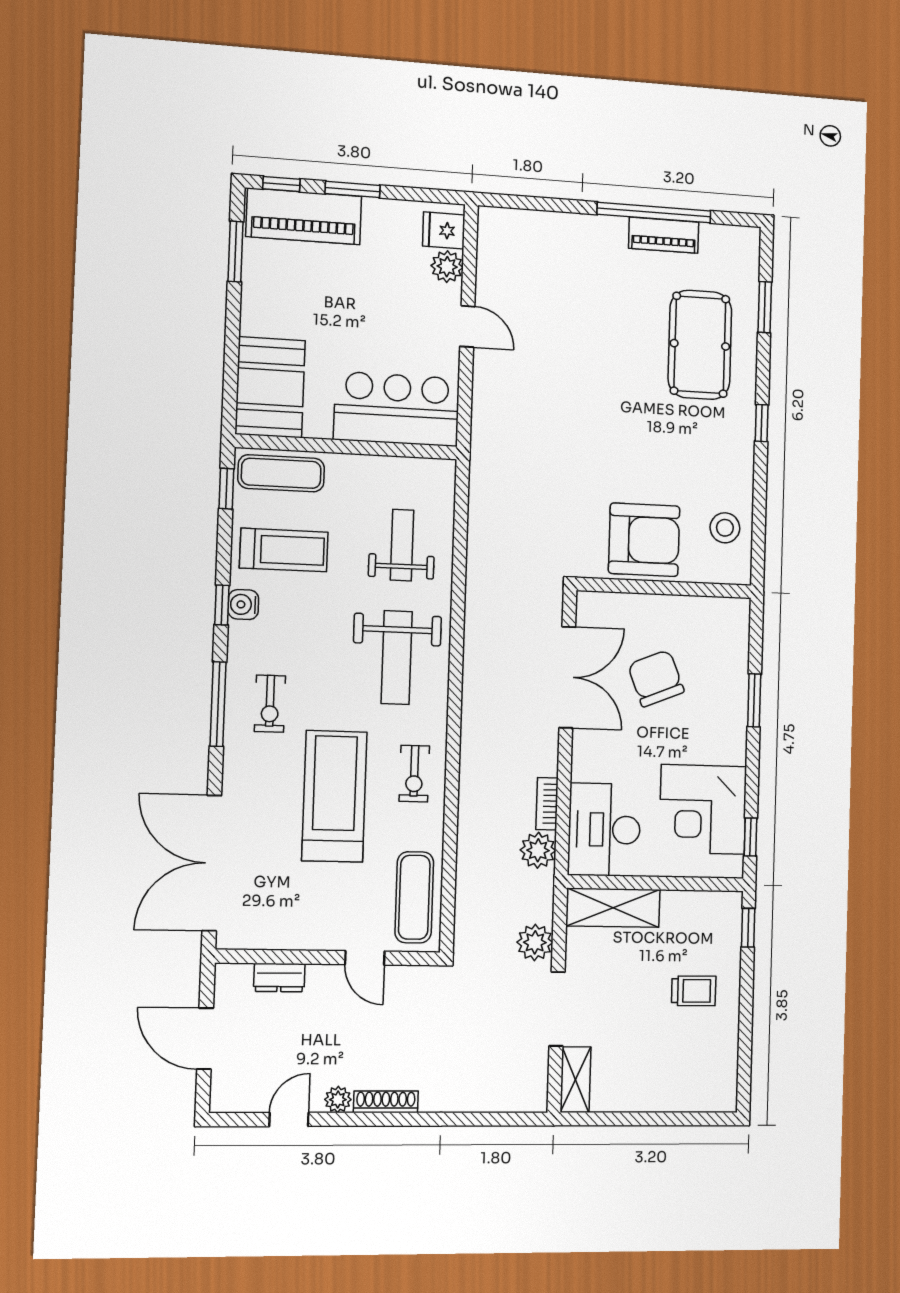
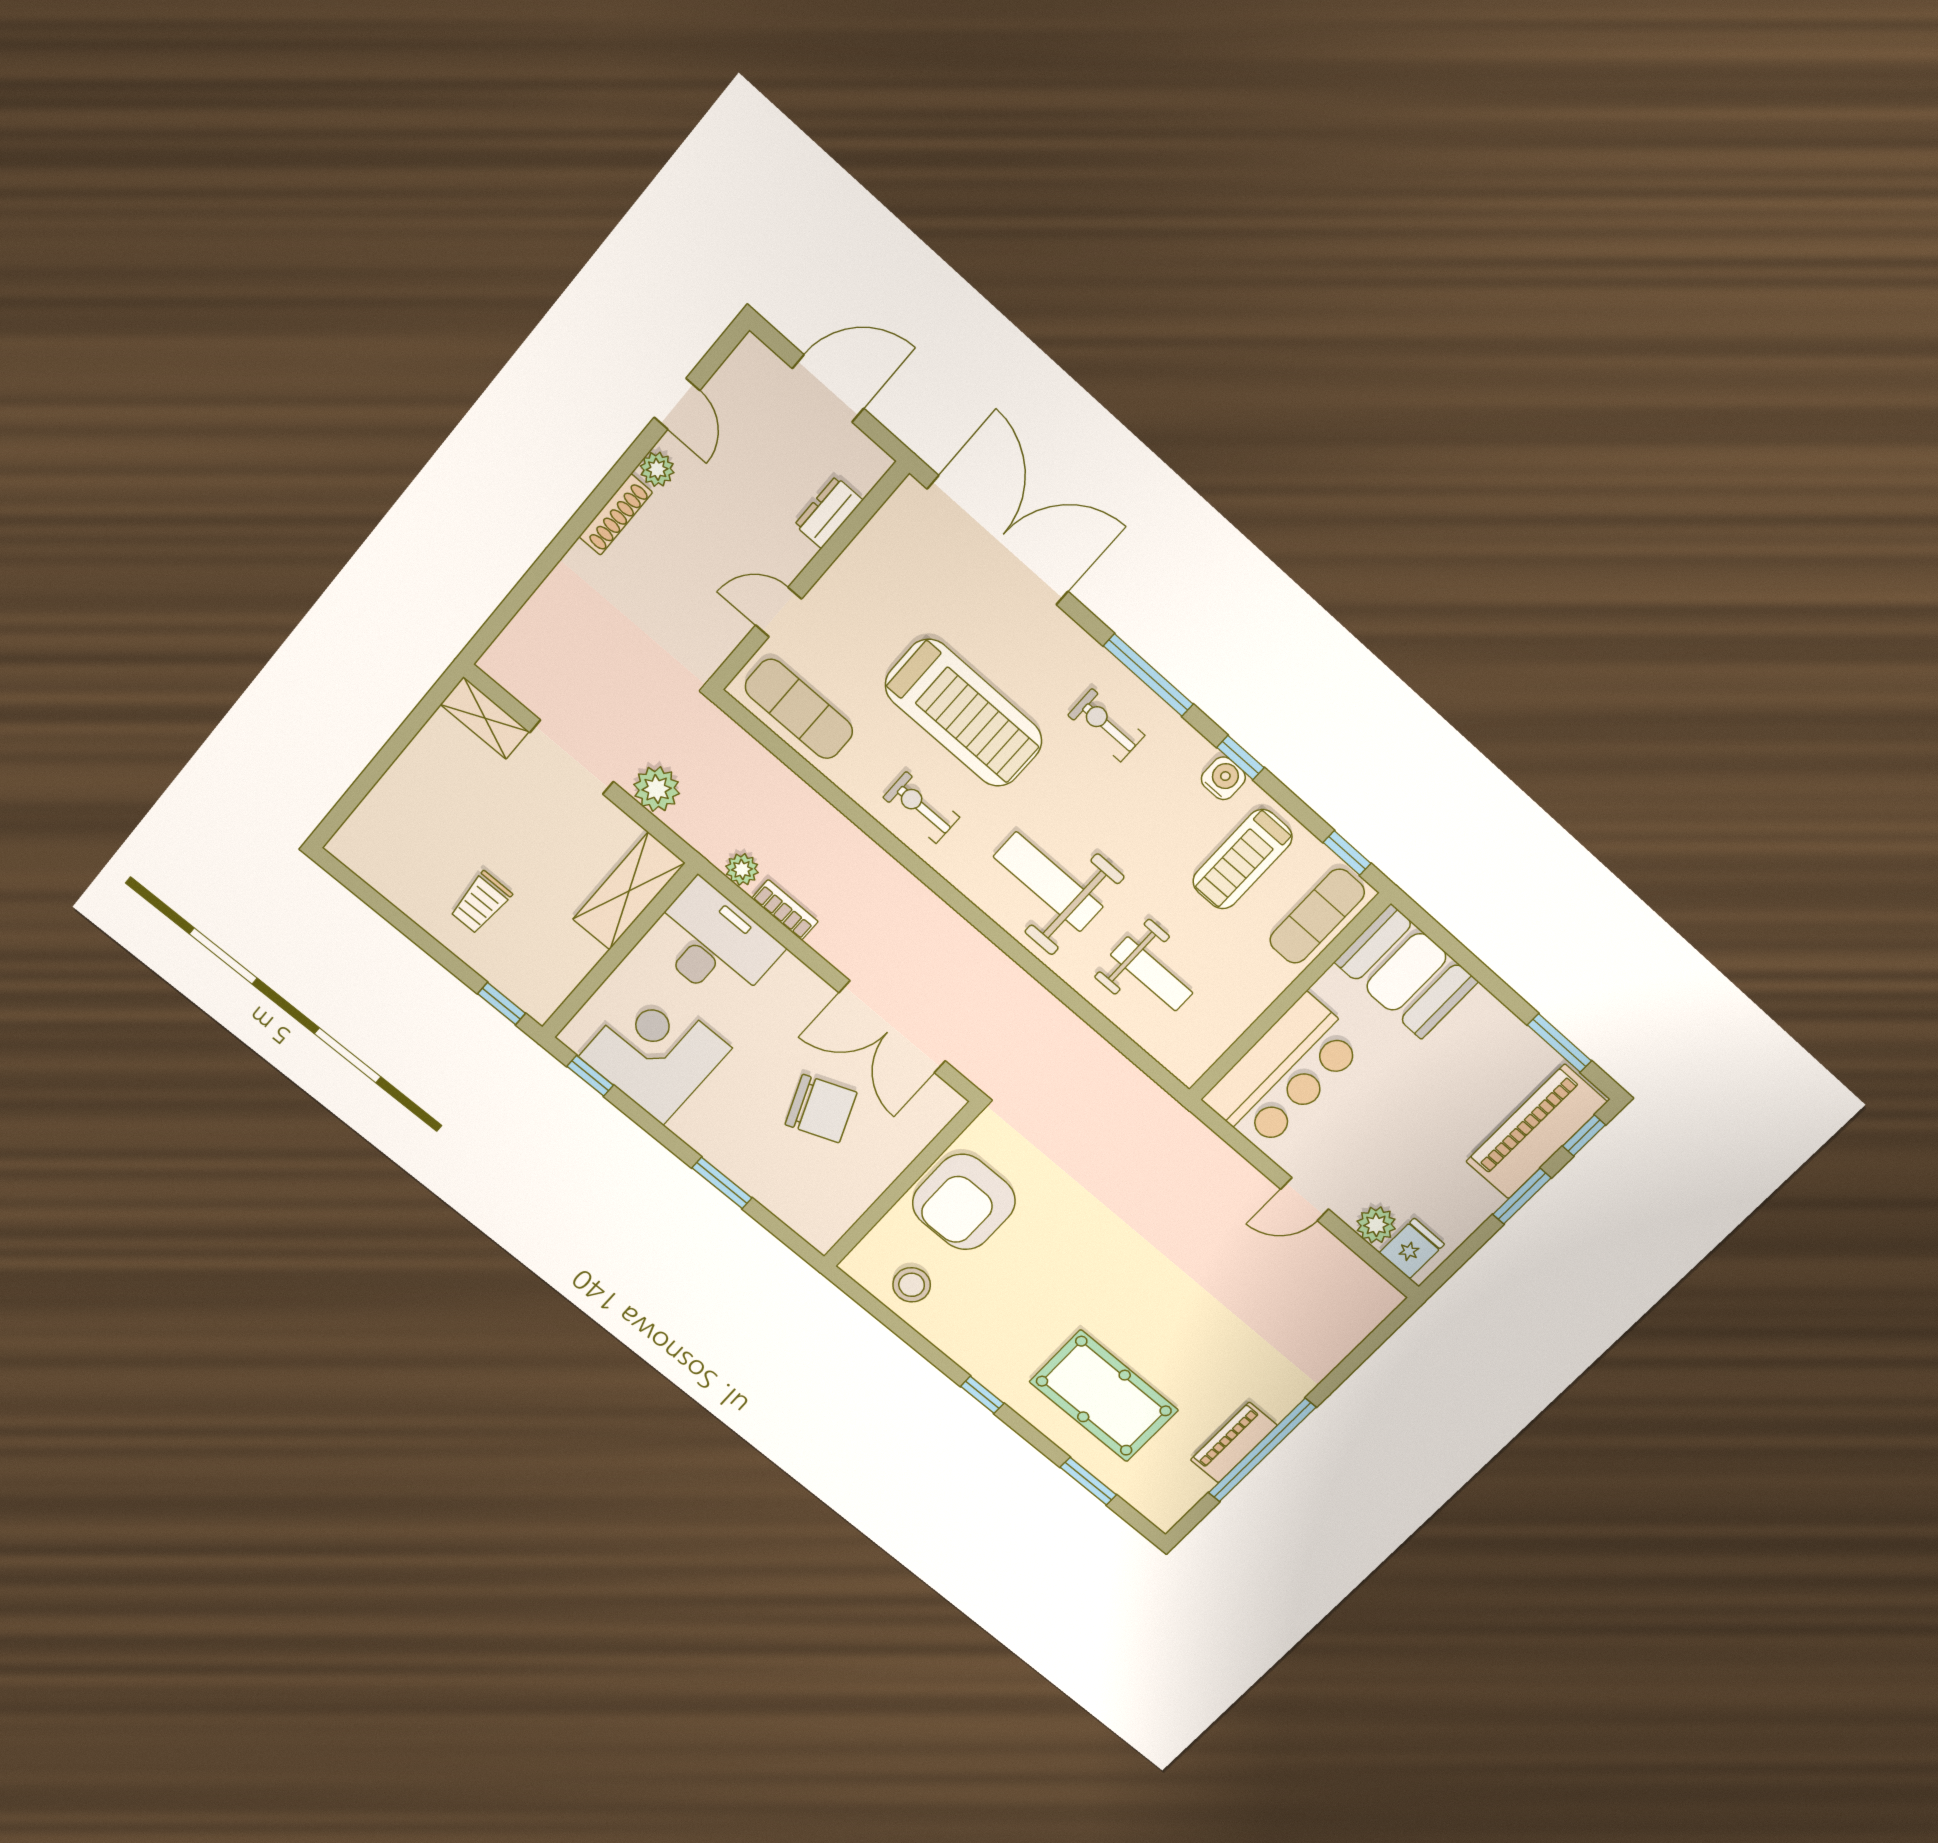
plant: (538, 850) -> (742, 869), width x0.73, depth x0.73

